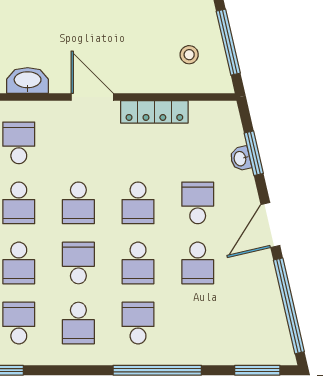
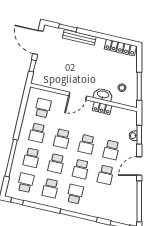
washbasin: (28, 80) -> (103, 95), moved
door: (92, 97) -> (78, 96), swing flipped
locker: (154, 112) -> (102, 108), width x0.66
school desk: (198, 203) -> (111, 150), turned 180
school desk: (78, 263) -> (56, 163), turned 180

